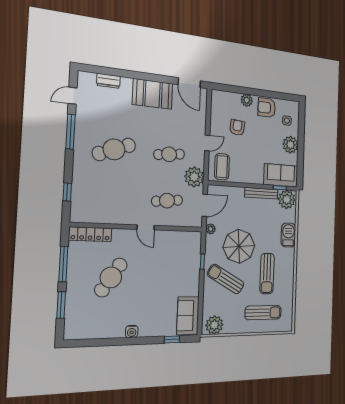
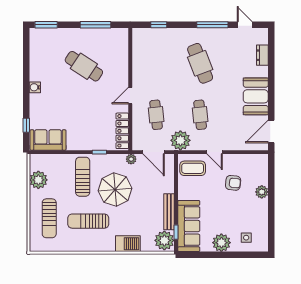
armchair: (267, 108) -> (257, 214), removed
sofa: (281, 175) -> (189, 226), width x1.36
locker: (90, 234) -> (122, 131), moved
sun lounger: (226, 279) -> (83, 177), turned -30
window: (61, 305) -> (46, 25), moved
plant: (214, 325) -> (38, 180), moved

